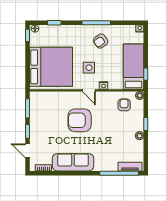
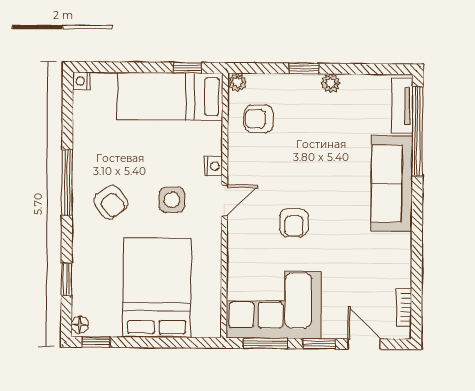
armchair: (101, 41) -> (111, 202), moved
bed: (51, 67) -> (157, 288), width x0.73
corner sofa: (44, 112) -> (274, 305), added
armchair: (80, 120) -> (294, 223), width x0.53, depth x0.53
door: (28, 151) -> (364, 344), swing flipped
sofa: (73, 162) -> (392, 184), moved

